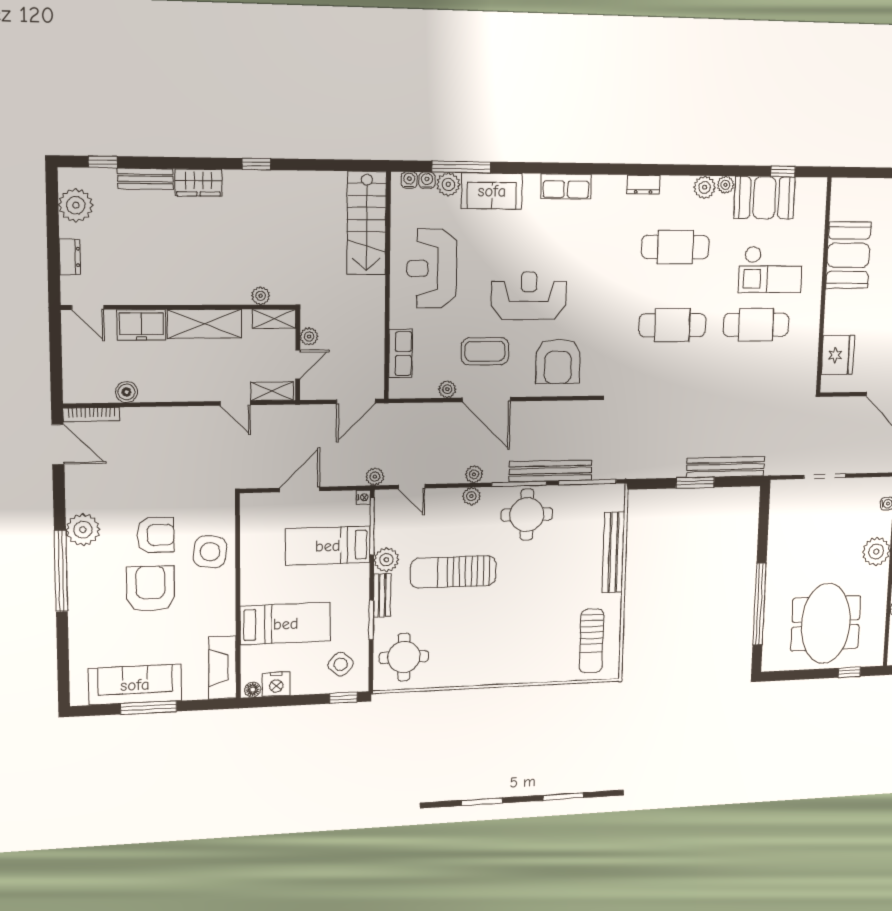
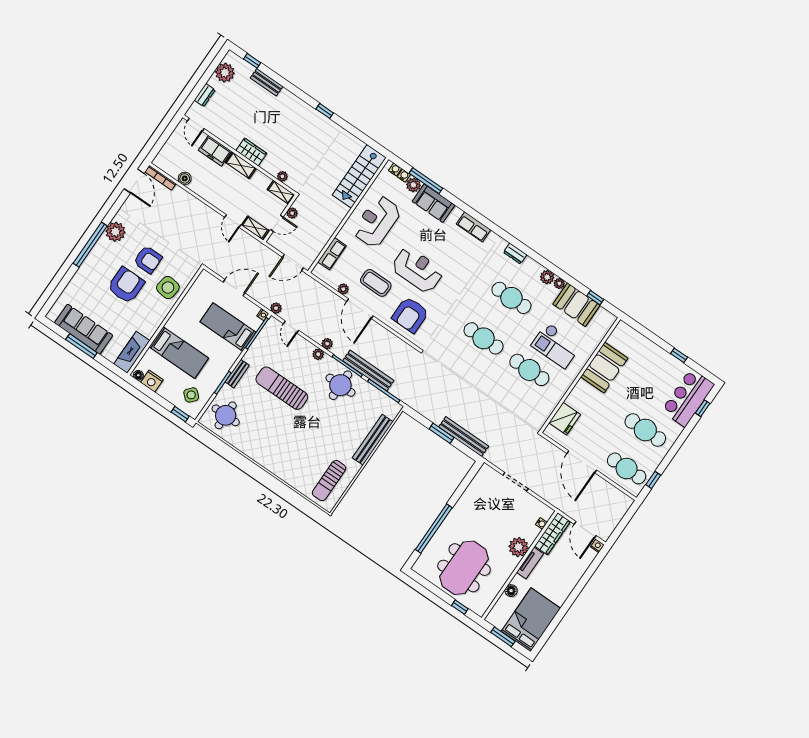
wardrobe: (198, 183) -> (251, 152), moved, turned 180
shelving: (205, 324) -> (241, 165), width x0.67, depth x0.75
plant: (386, 560) -> (252, 356), removed

